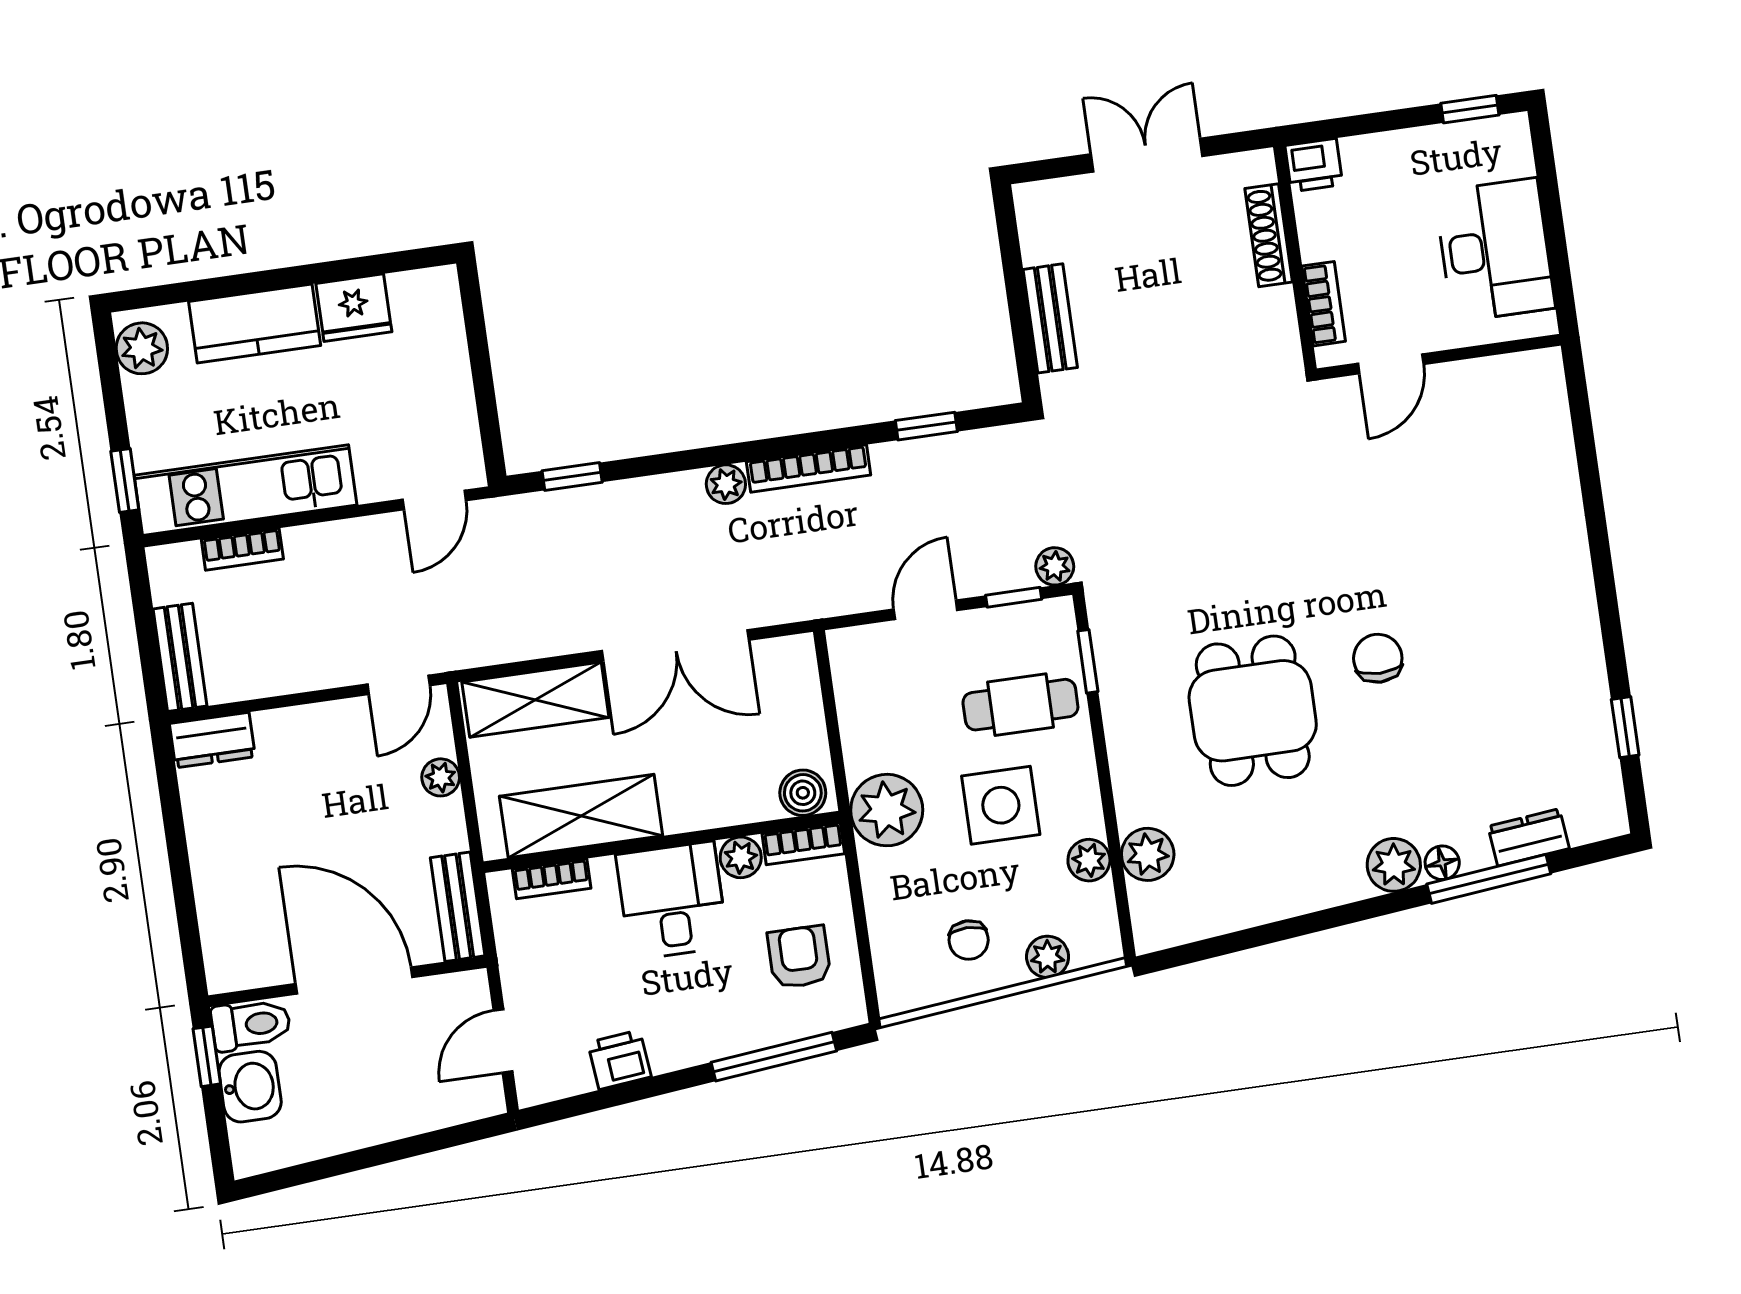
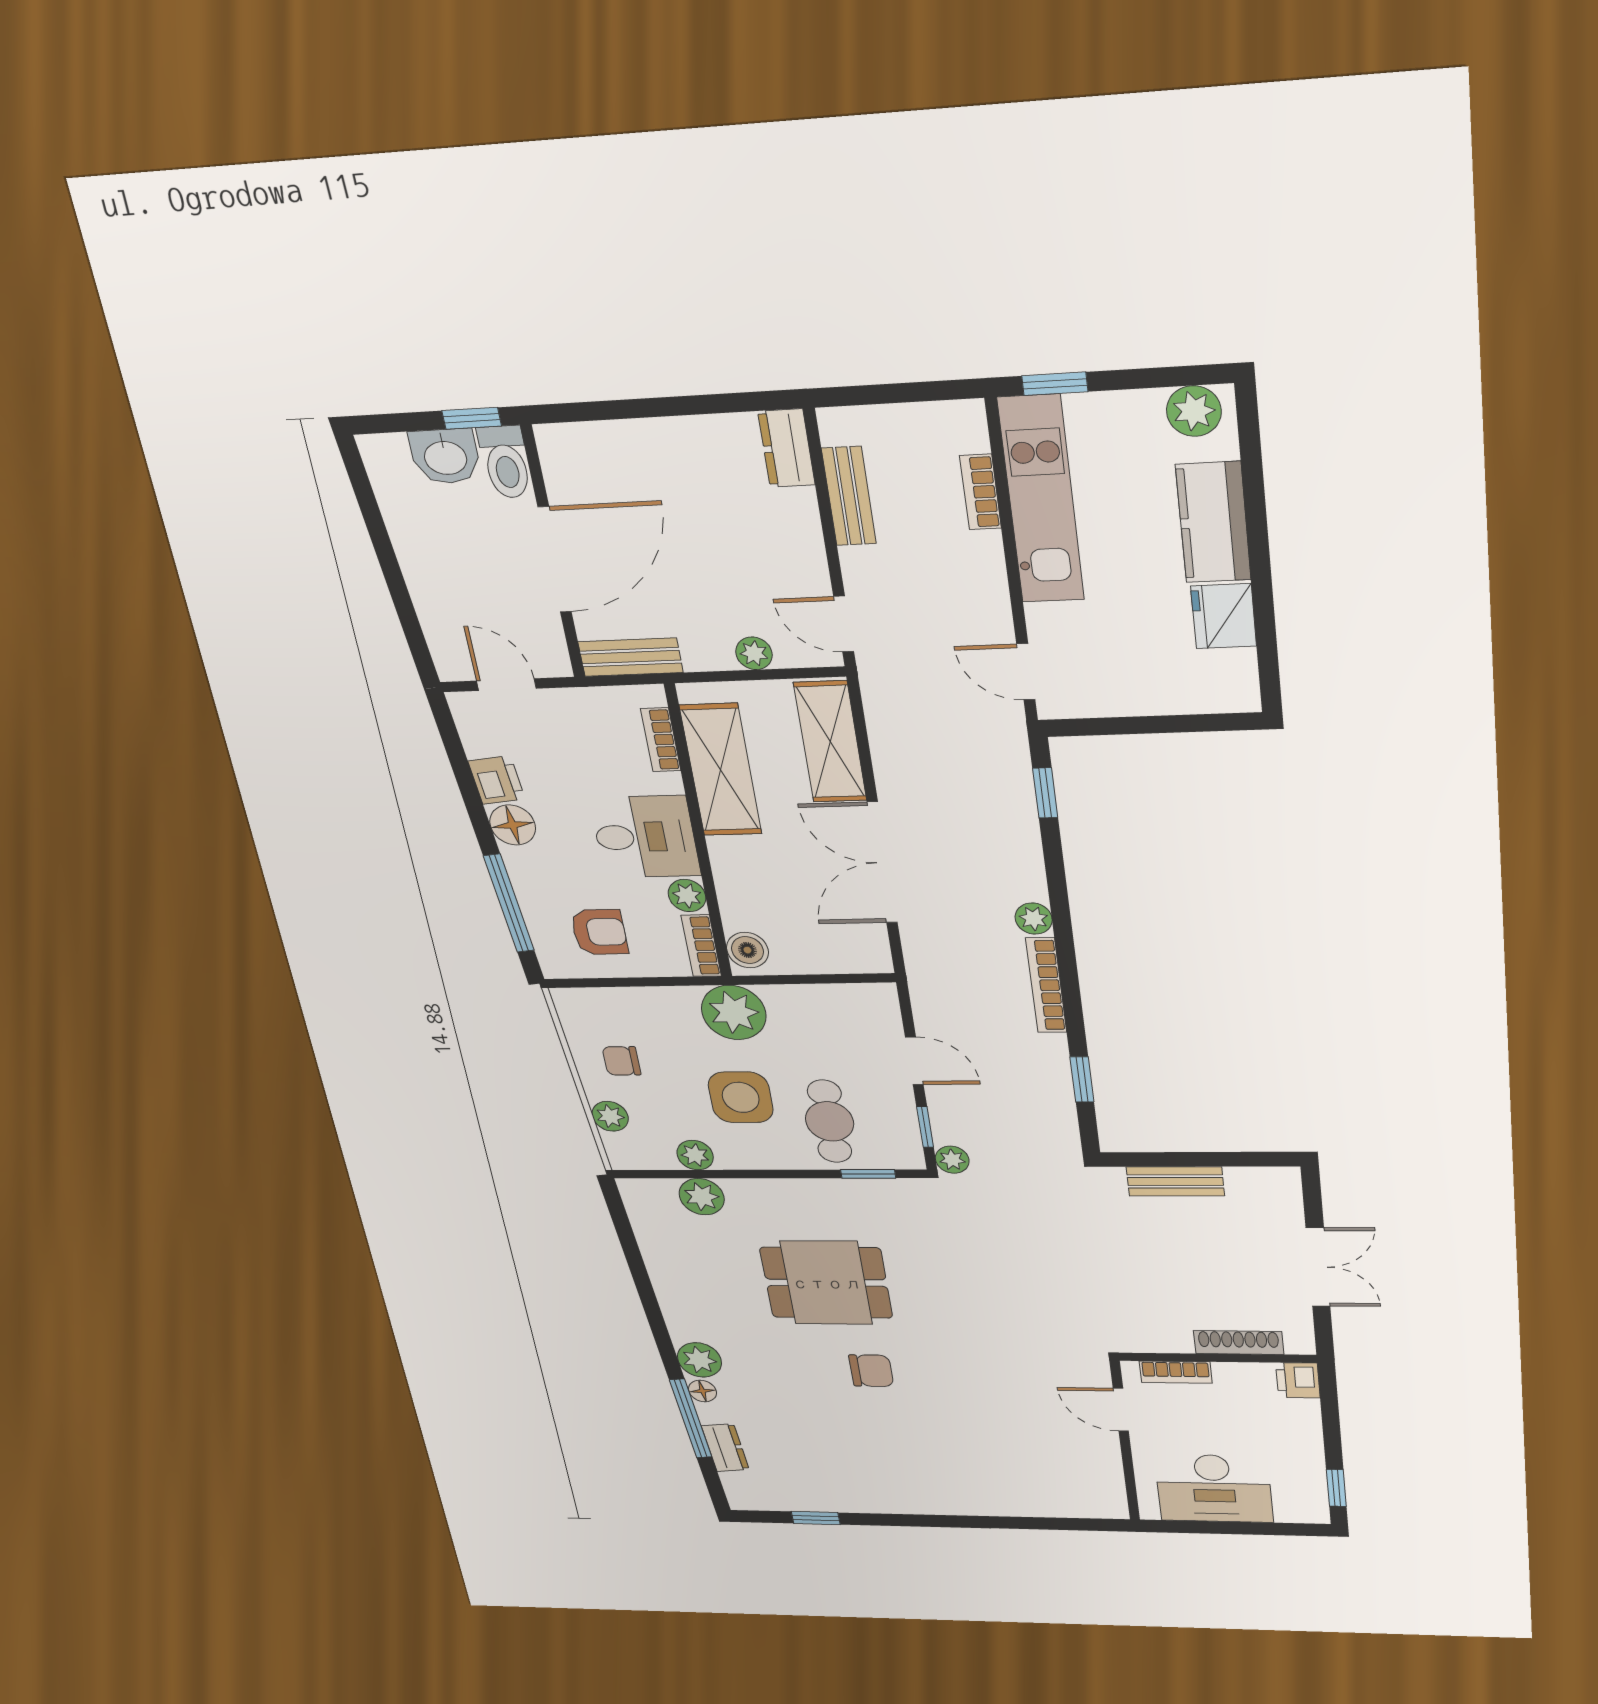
bench: (180, 657) -> (849, 496), moved, turned 90
floor lamp: (673, 1046) -> (513, 825), added

